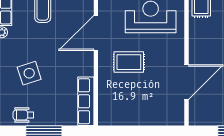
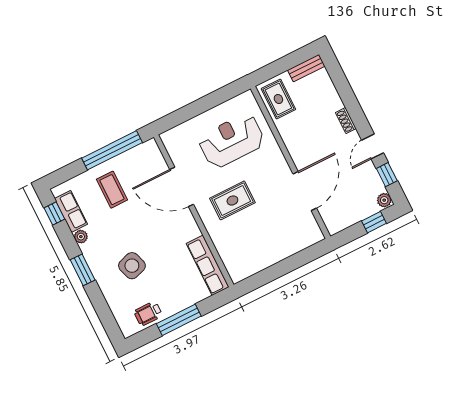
door: (96, 33) -> (182, 187), hinge flipped

